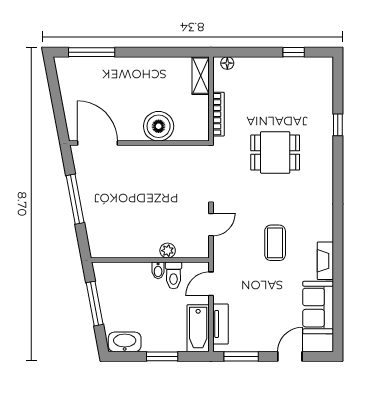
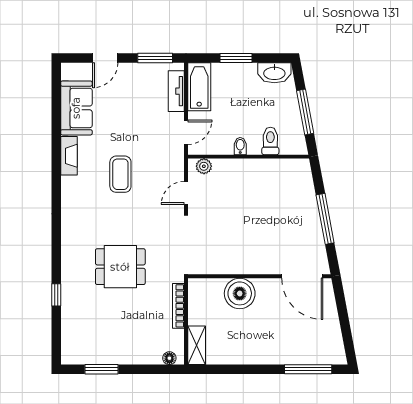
window: (294, 52) -> (101, 369), width x1.50
plant: (168, 251) -> (204, 166), moved
toilet: (174, 275) -> (270, 141), moved

